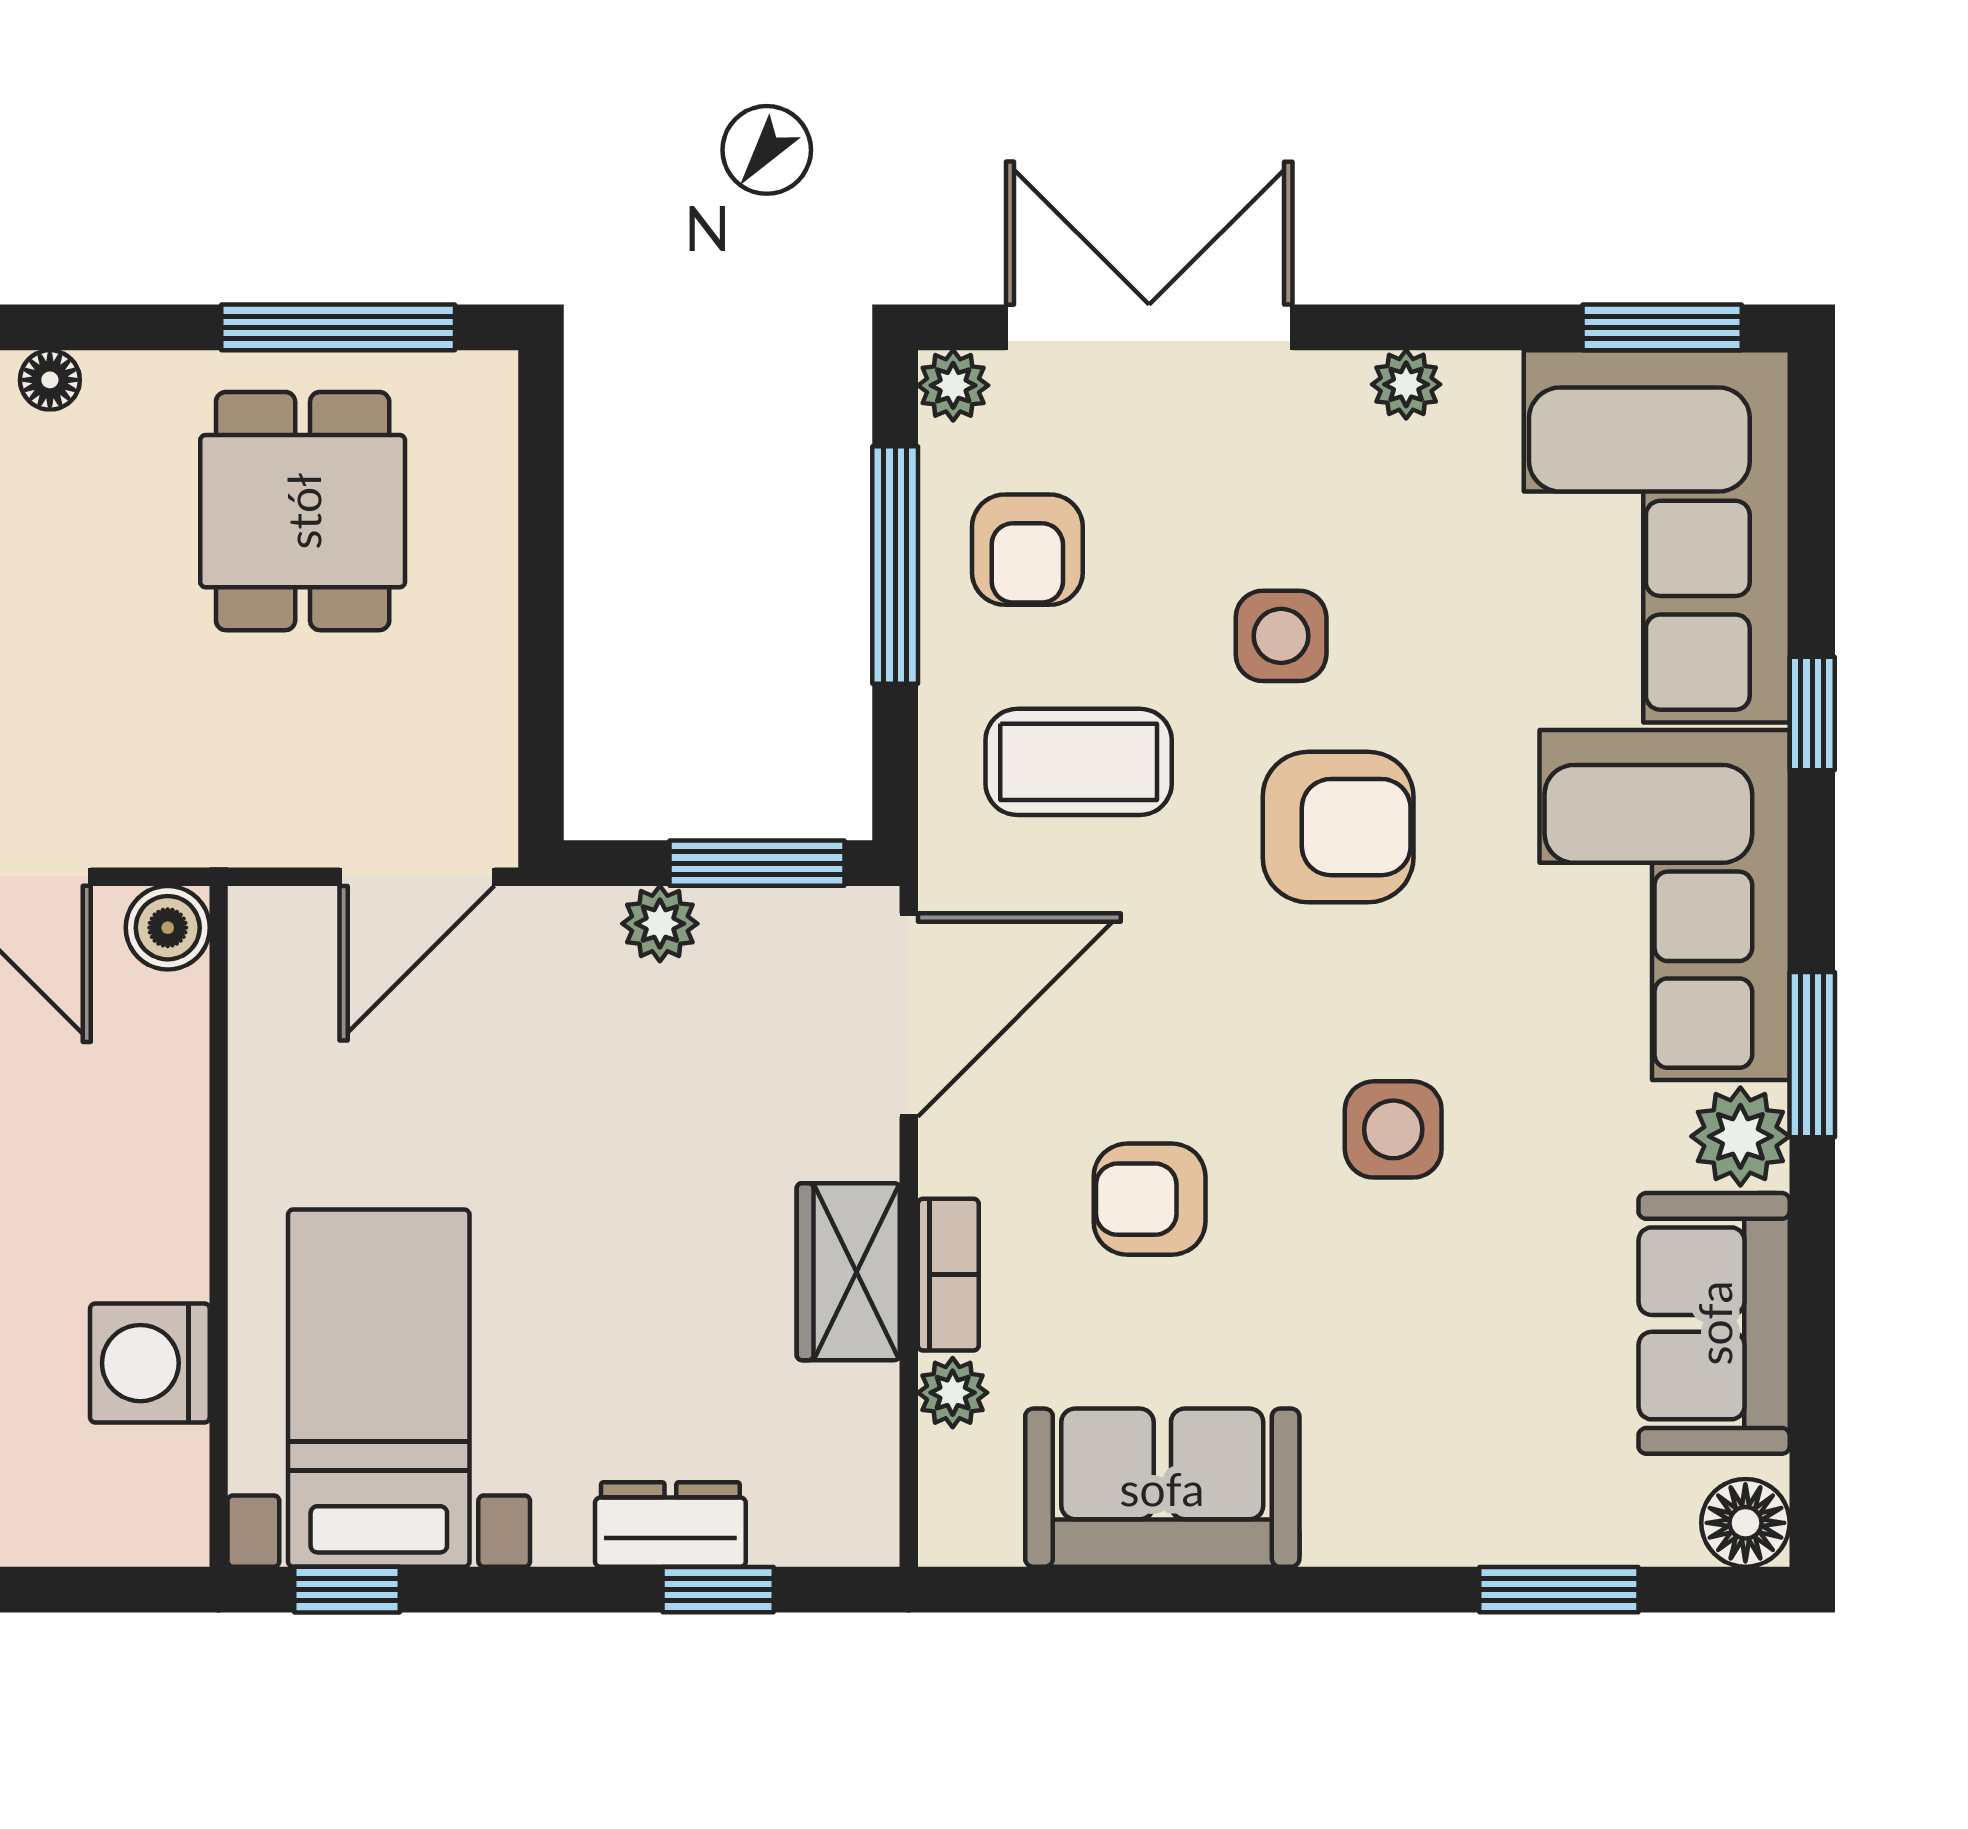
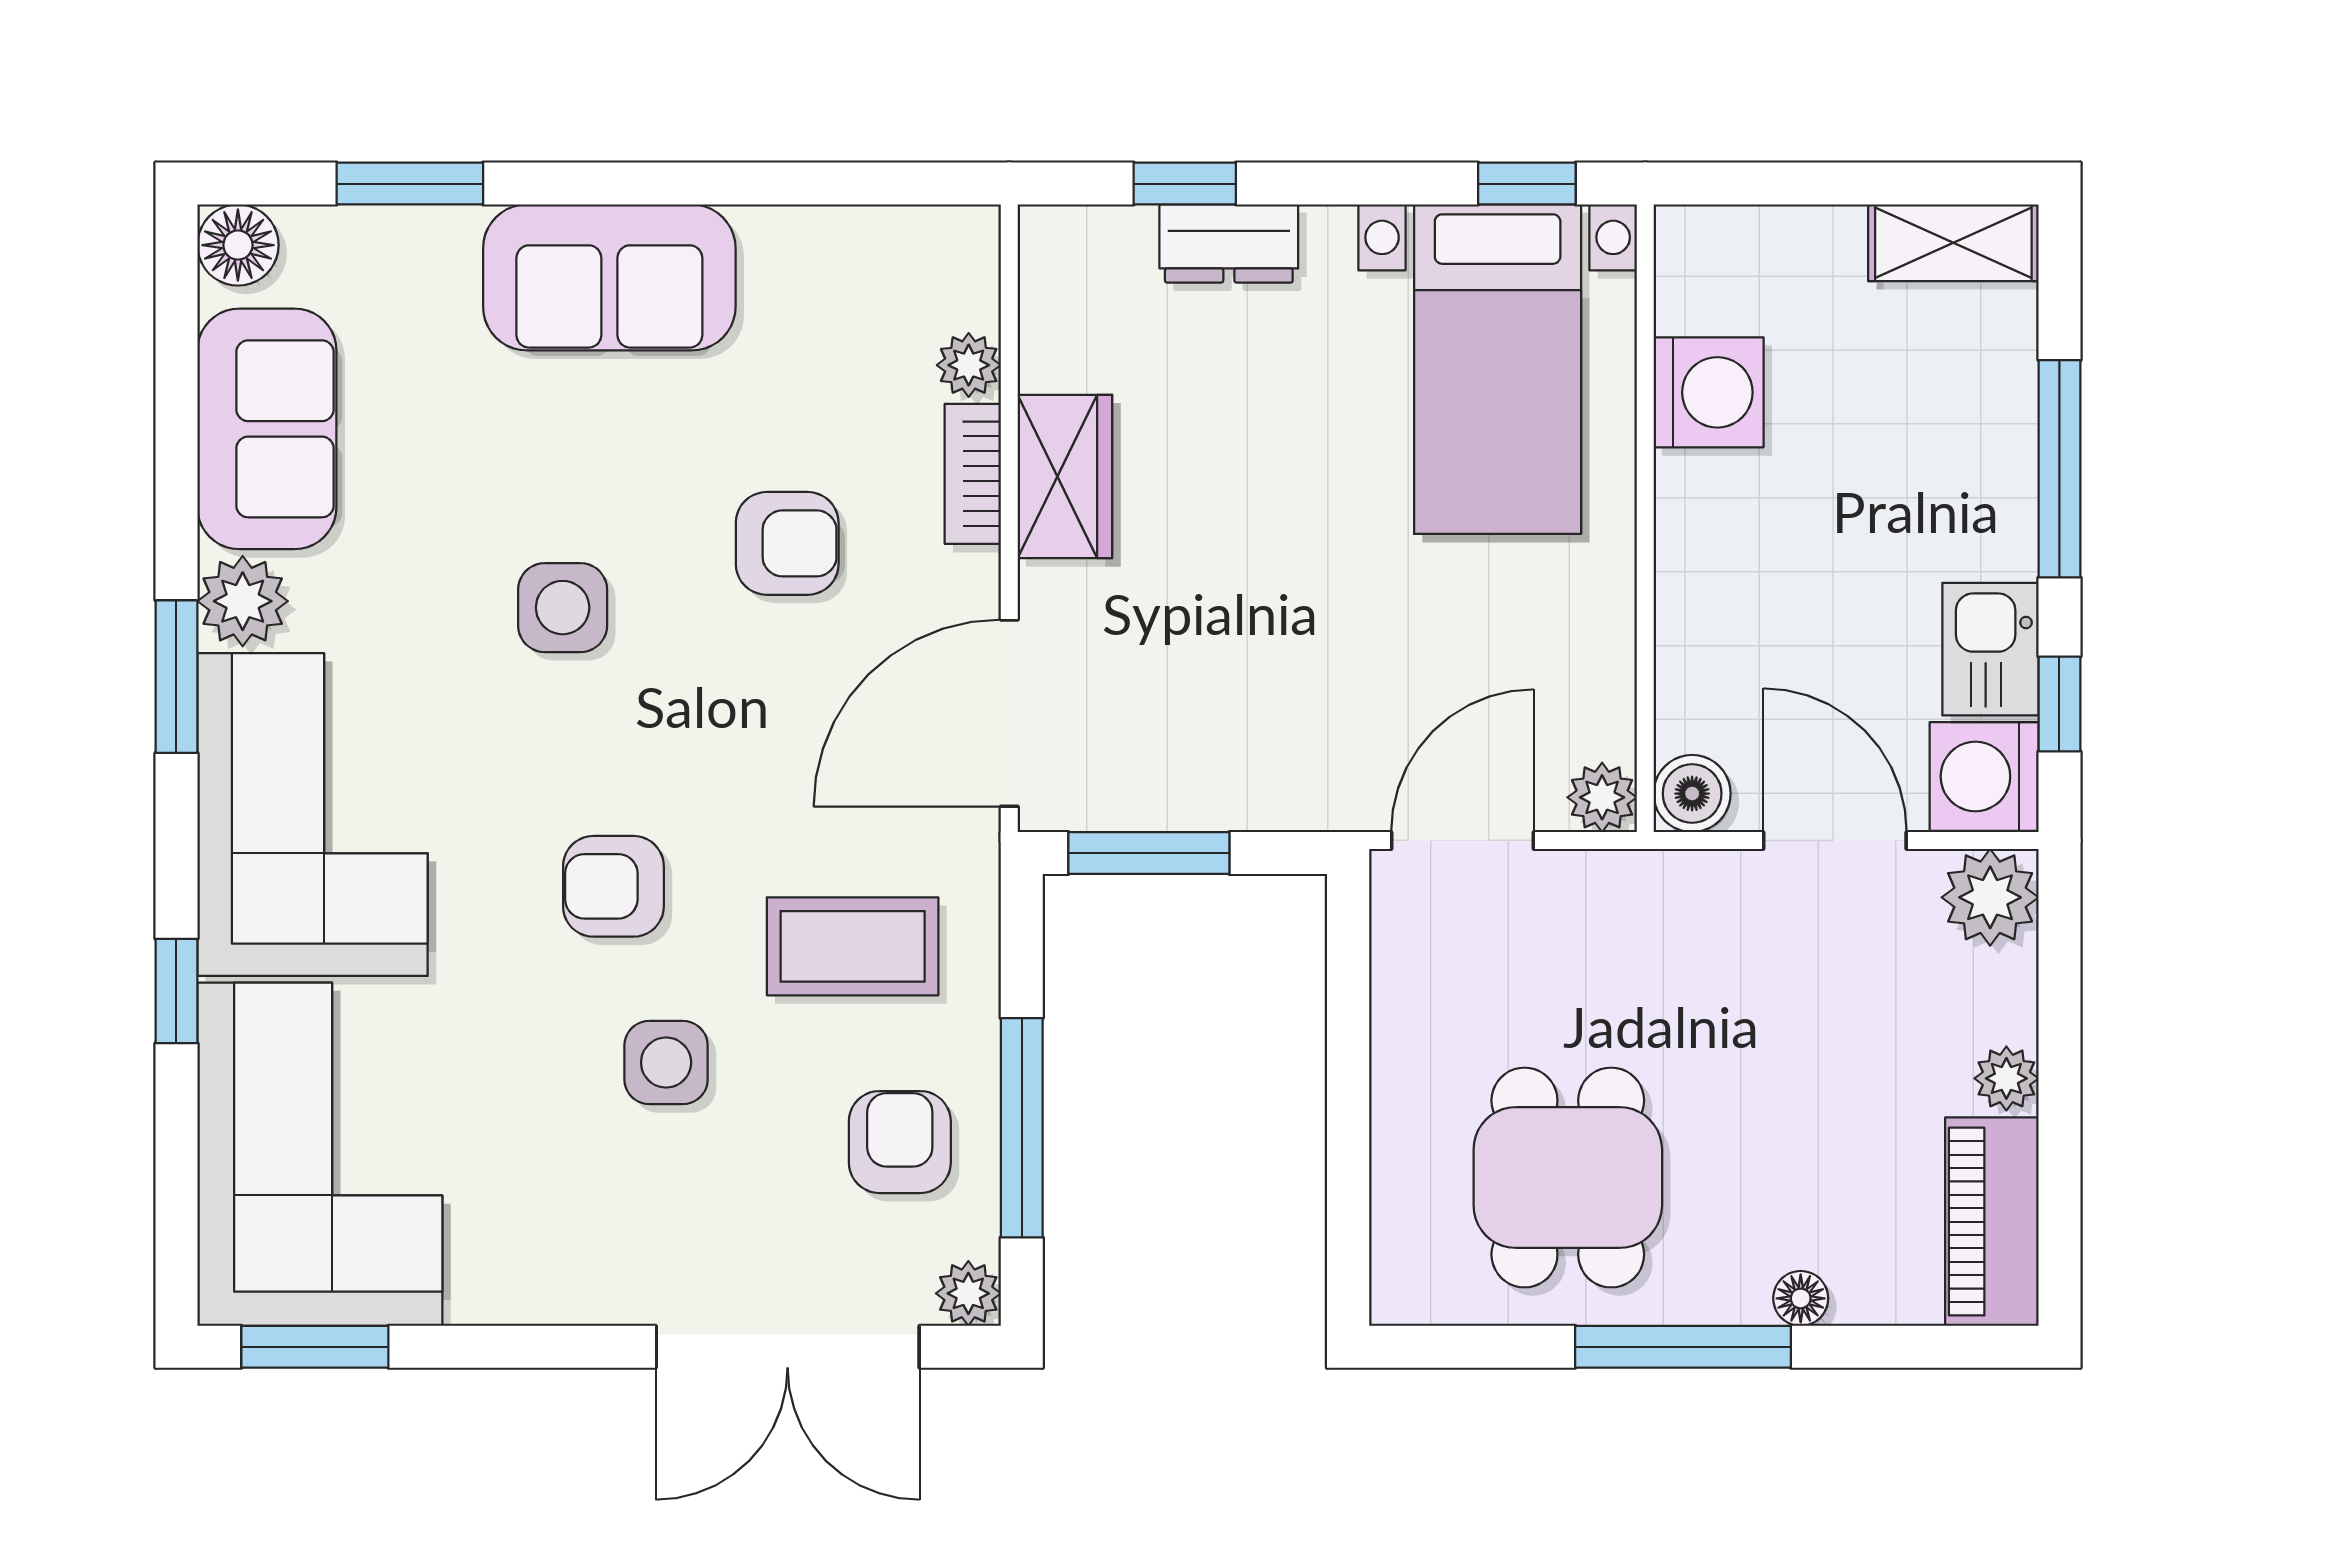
window: (338, 327) -> (1683, 1347), moved
plant: (1406, 384) -> (551, 1294), removed
armchair: (1338, 827) -> (613, 886), width x0.72, depth x0.72
plant: (660, 924) -> (1602, 797), moved
sofa: (1162, 1488) -> (609, 277), moved

